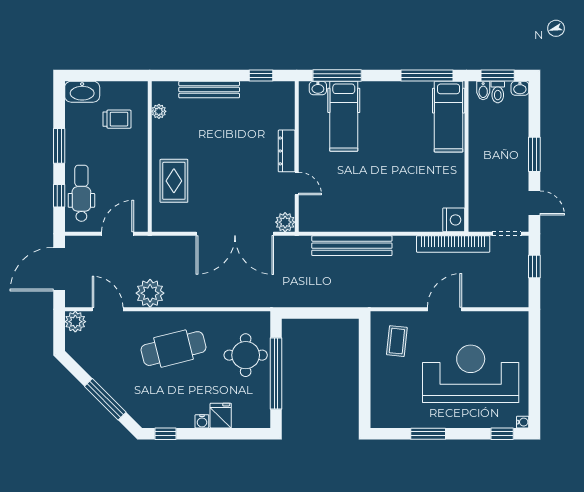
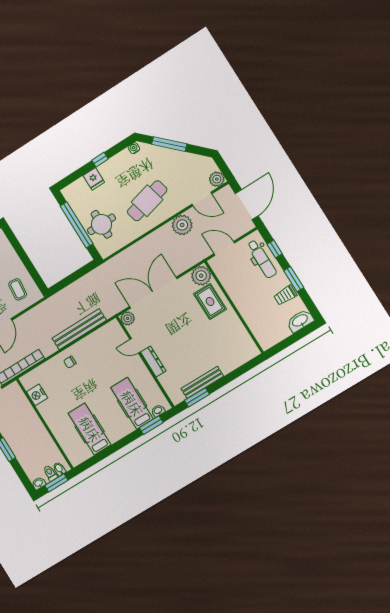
window: (261, 75) -> (197, 397), width x1.50
window: (337, 75) -> (151, 425), width x0.69
window: (427, 75) -> (98, 458), removed
bench: (209, 90) -> (202, 382), moved
plant: (159, 111) -> (201, 276), moved, width x1.87, depth x1.87
hospital bed: (449, 117) -> (90, 429), moved
trolley: (117, 119) -> (285, 295), moved
chair: (388, 213) -> (70, 362), added
nightstand: (454, 220) -> (37, 395), moved
door: (118, 234) -> (224, 248), swing flipped
water cooler: (202, 421) -> (134, 148), moved
window: (165, 434) -> (100, 160), moved

